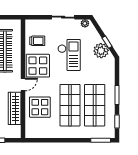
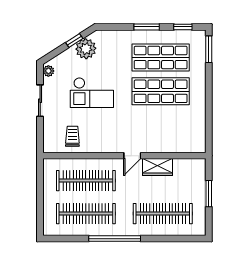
checkout: (69, 55) -> (92, 93), turned 180
display table: (38, 66) -> (107, 135), removed
door: (23, 84) -> (132, 156), swing flipped
display table: (40, 107) -> (163, 132), removed
wardrobe: (15, 108) -> (158, 167), width x0.67

